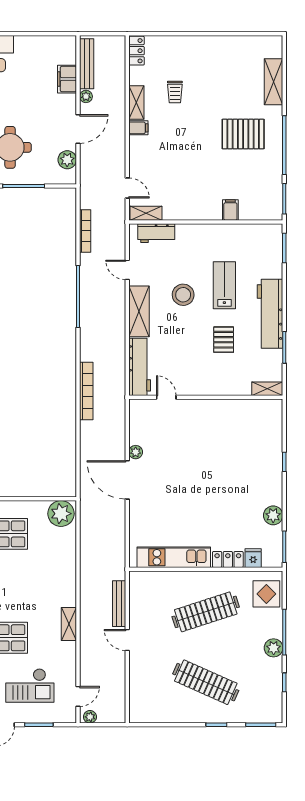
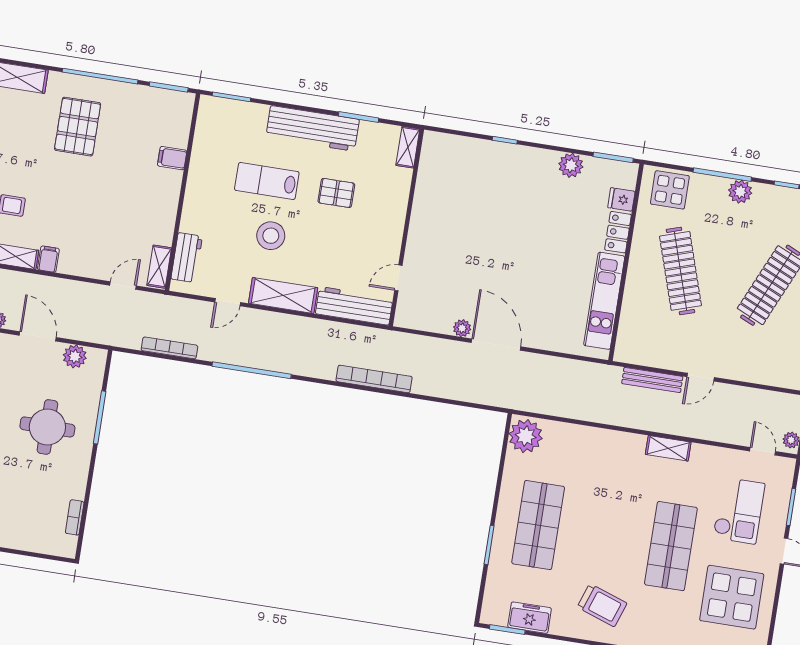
door: (127, 480) -> (496, 345), swing flipped

